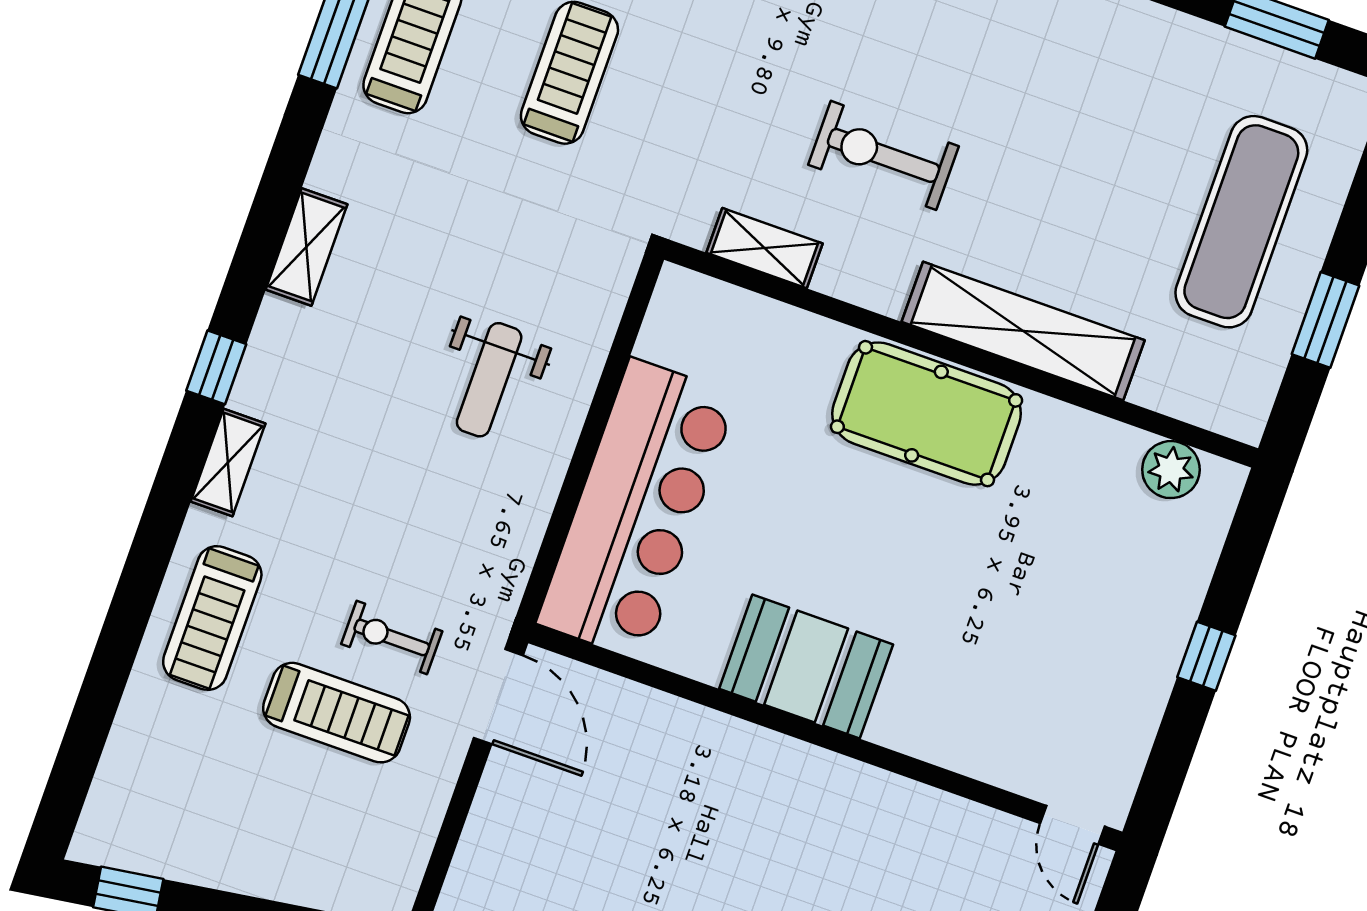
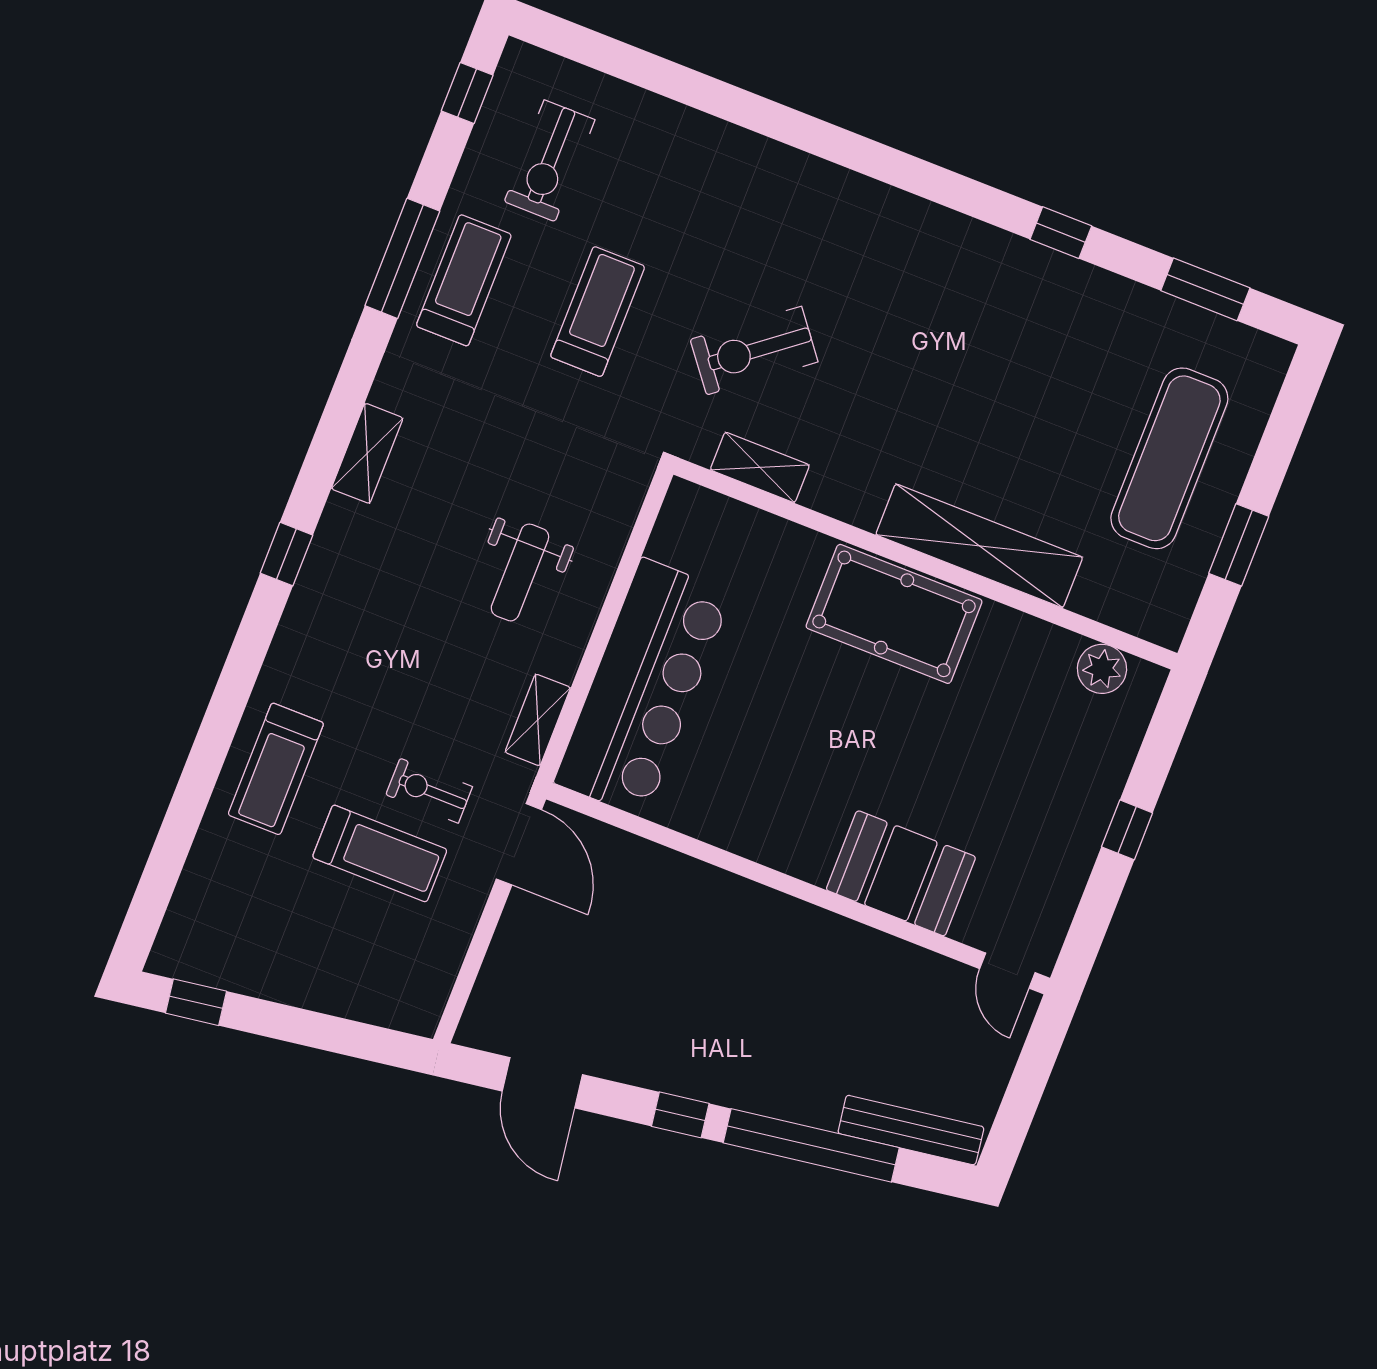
exercise bike: (883, 155) -> (754, 351), moved, turned -38
shelving: (228, 462) -> (538, 720), moved
booth: (806, 667) -> (901, 873), moved

